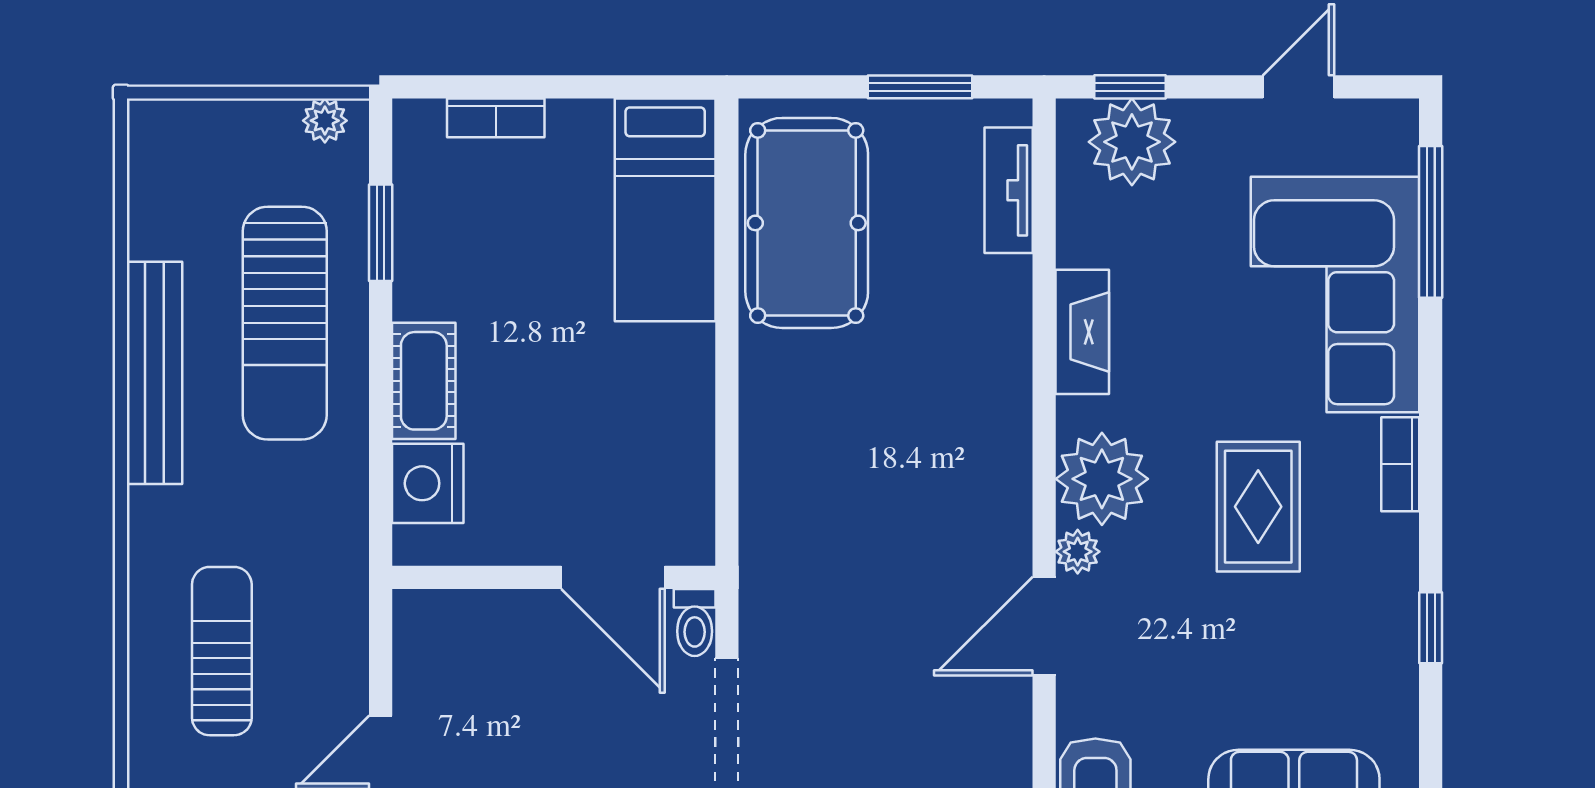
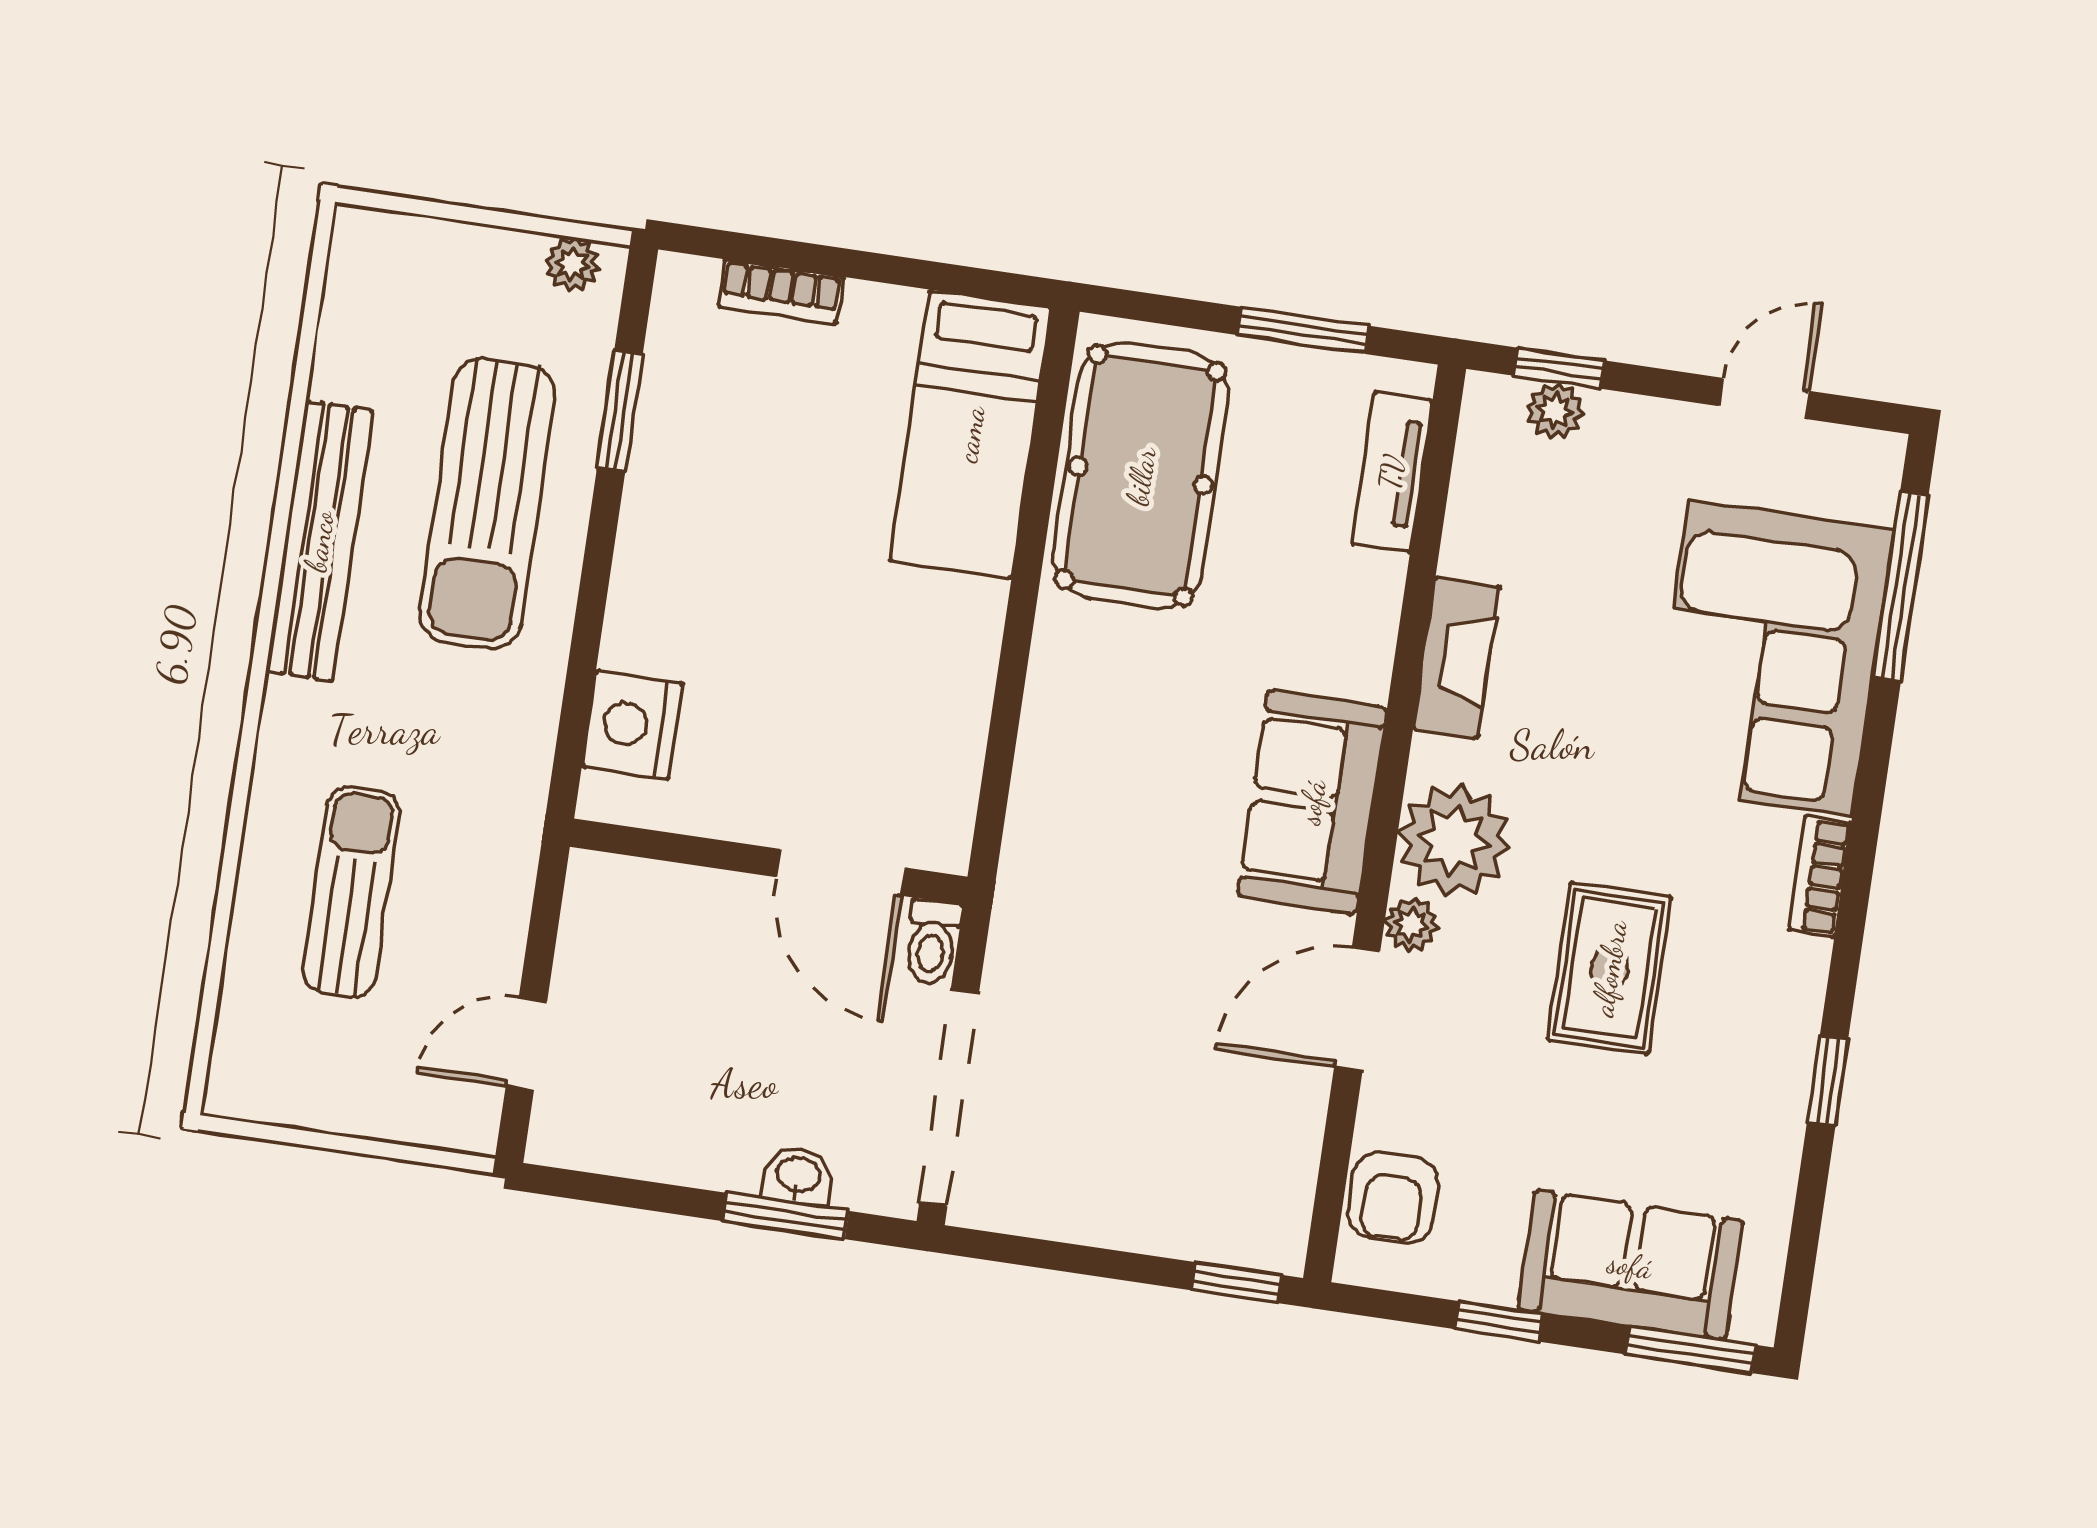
plant: (1132, 142) -> (1555, 411), width x0.53, depth x0.53
cot: (424, 381) -> (646, 599), removed
sofa: (983, 465) -> (1312, 802), added
rug: (1258, 507) -> (1609, 968), moved

